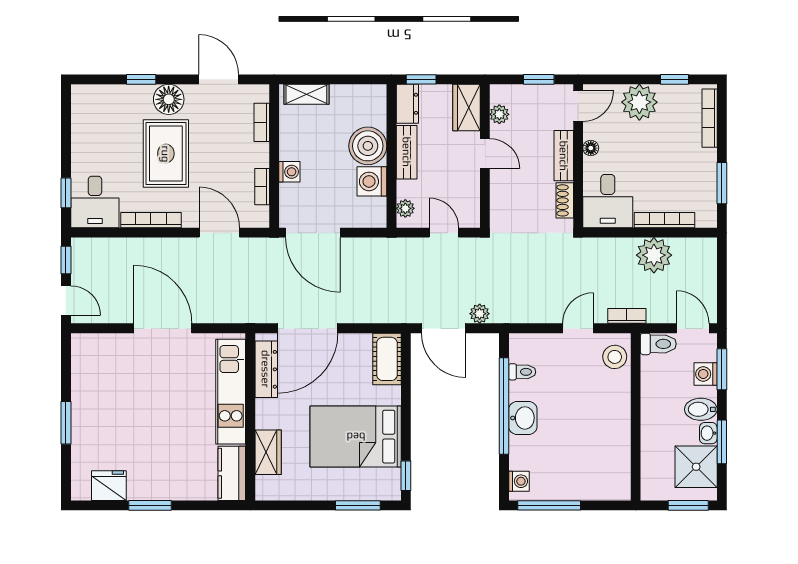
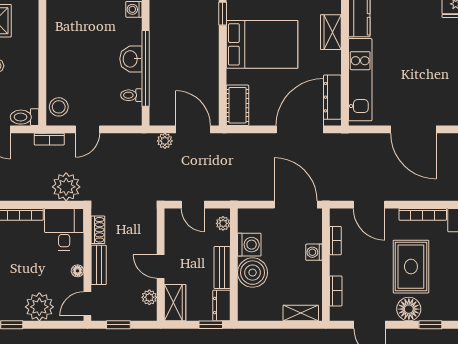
plant: (654, 255) -> (66, 187), moved

